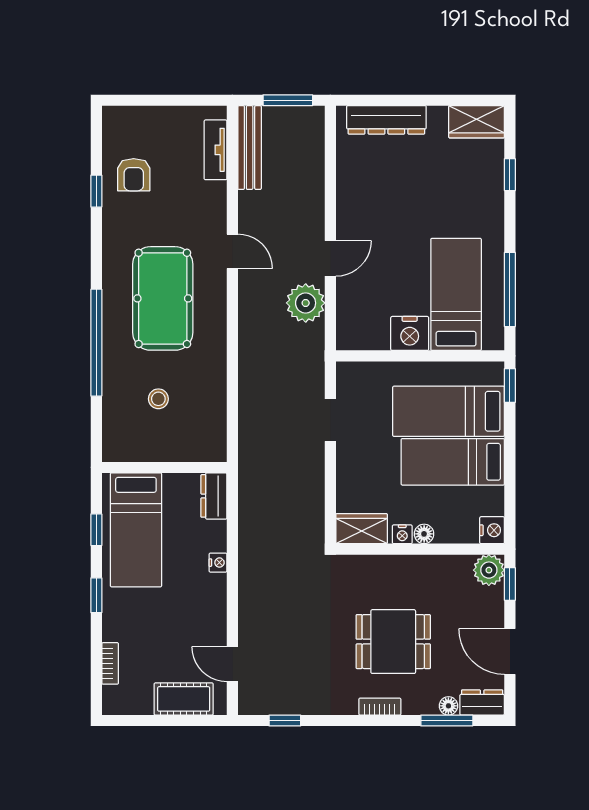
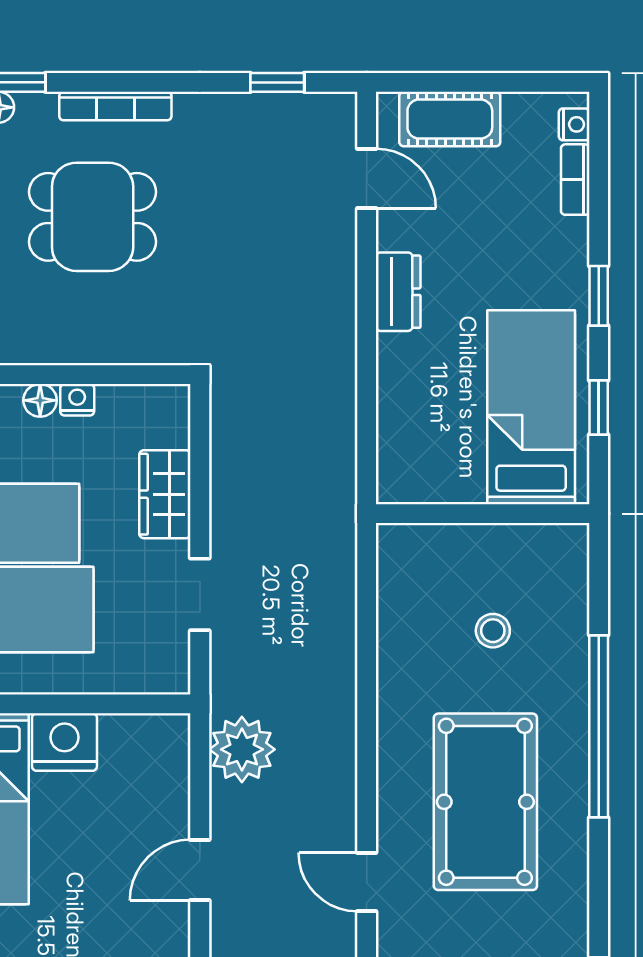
plant: (306, 303) -> (242, 749), moved
dresser: (214, 496) -> (398, 292), moved
wardrobe: (362, 529) -> (165, 494), moved, turned 90
nightstand: (218, 563) -> (574, 124), moved, turned 180
bookcase: (380, 707) -> (115, 106), width x1.56

